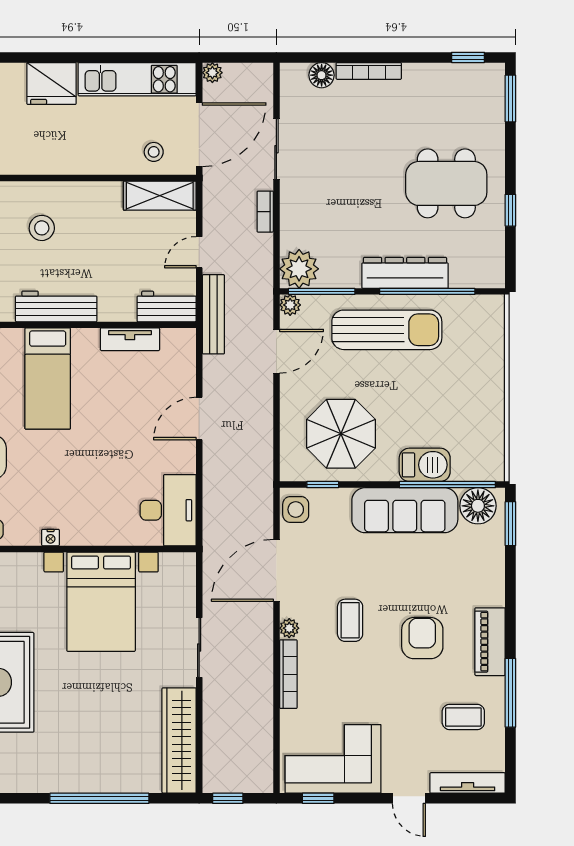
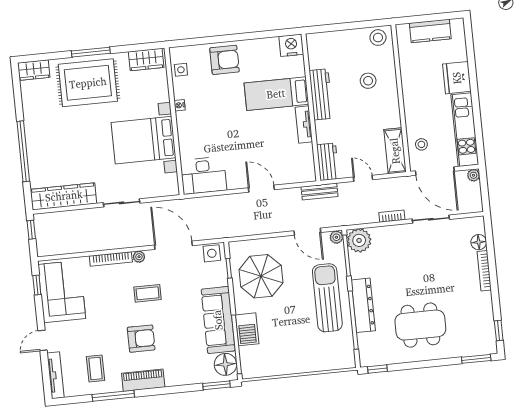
dining table: (446, 183) -> (420, 325), turned 90
window: (510, 210) -> (377, 369), moved
bench: (213, 314) -> (319, 192), width x0.73
sun lounger: (387, 330) -> (327, 298), turned 180
tv unit: (130, 339) -> (304, 124), moved

